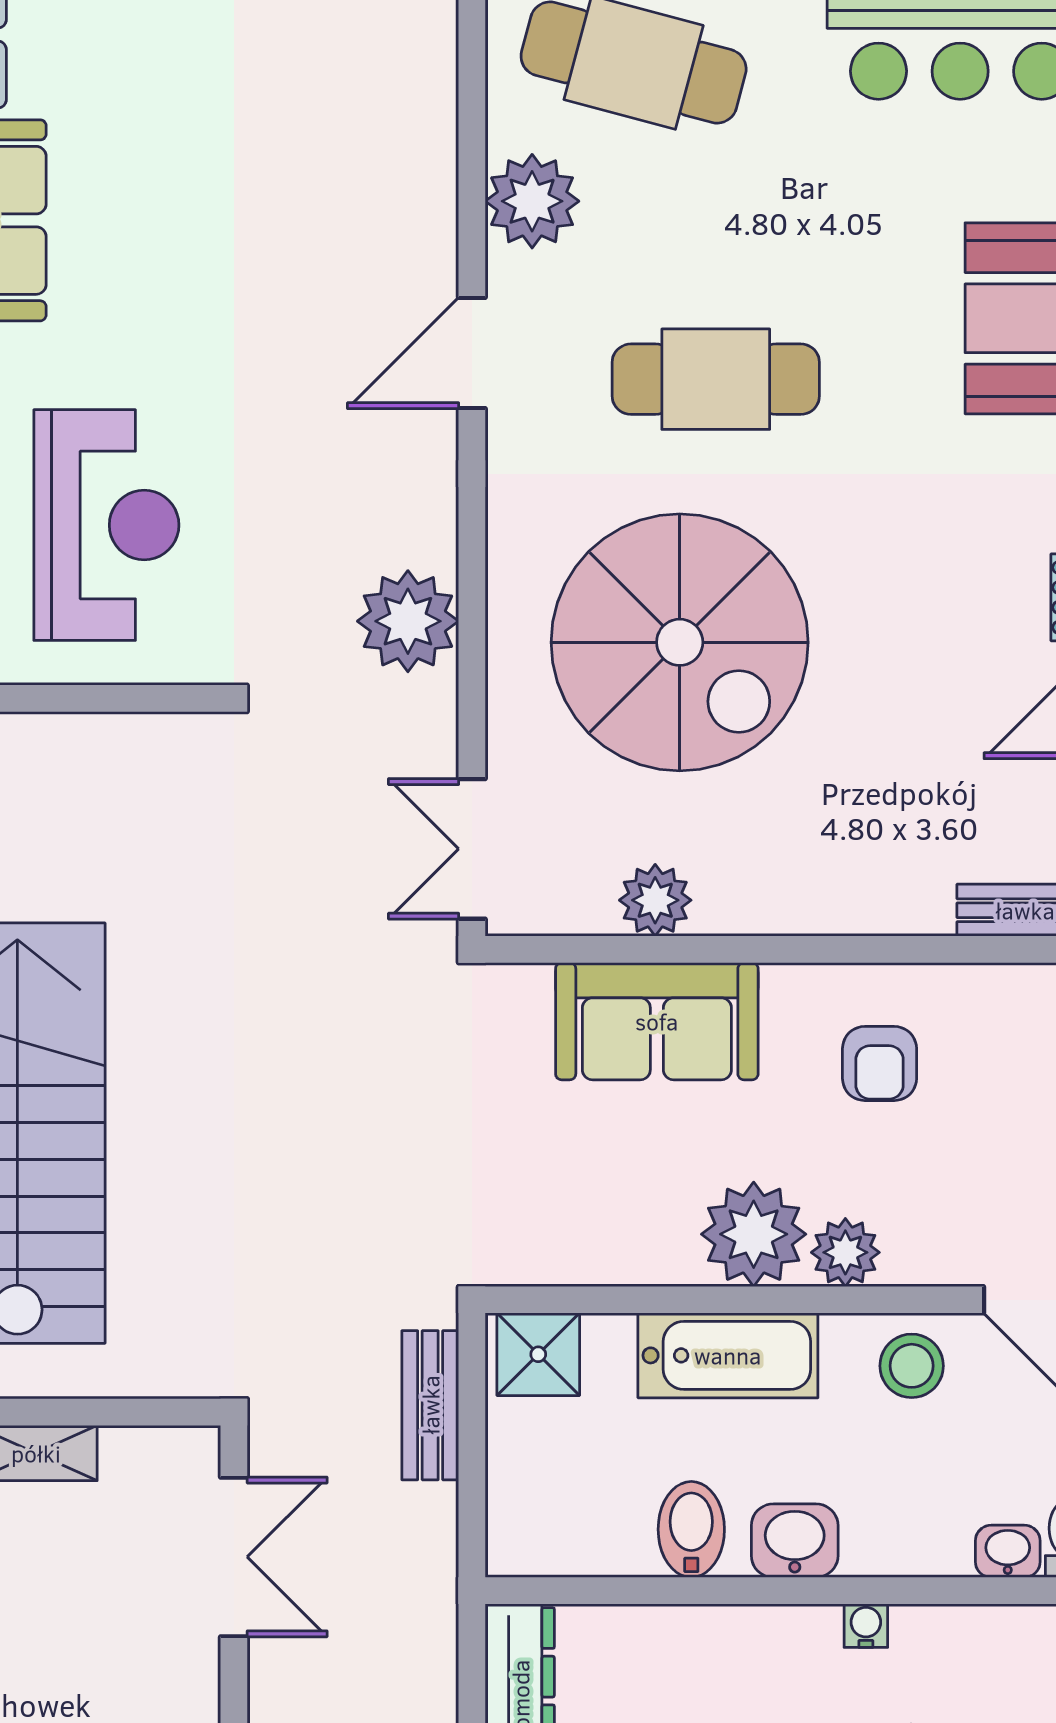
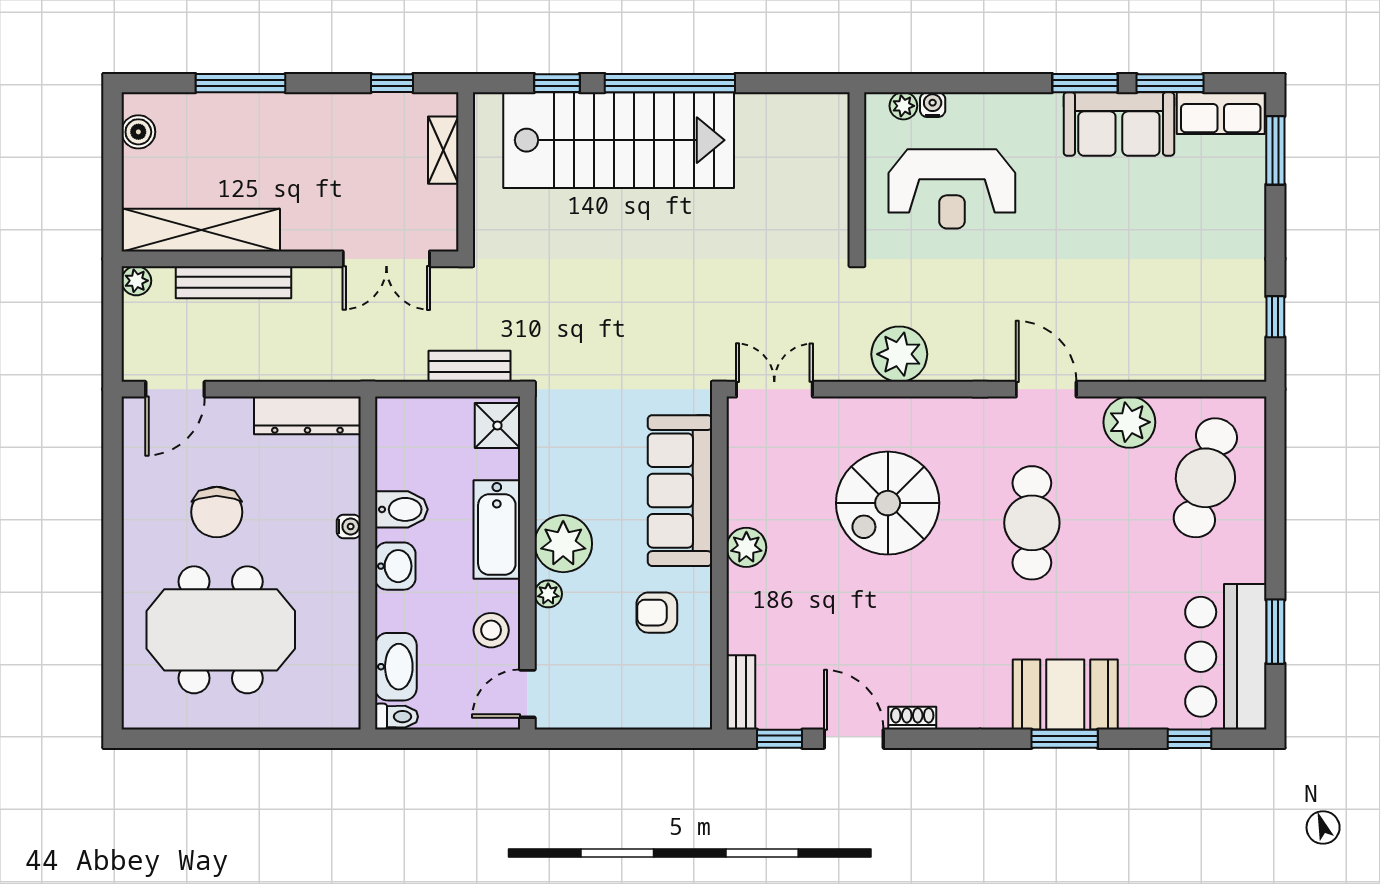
spiral stairs: (680, 642) -> (888, 503), width x0.73, depth x0.73
plant: (655, 900) -> (746, 547), moved
sofa: (657, 1021) -> (680, 491), width x1.36
plant: (845, 1252) -> (548, 594), width x0.73, depth x0.73
washbasin: (1008, 1551) -> (396, 667), width x1.91, depth x1.45
water cooler: (866, 1626) -> (349, 526), moved

